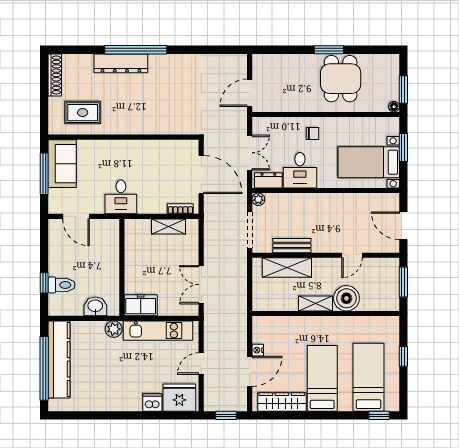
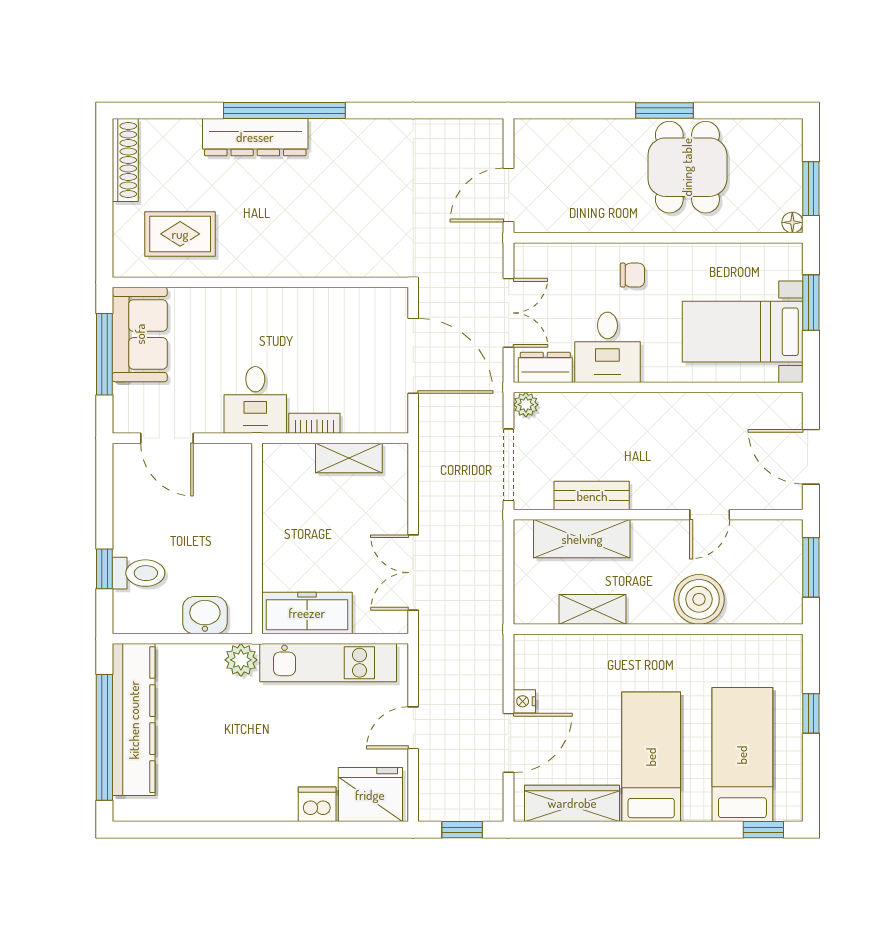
bookcase: (180, 209) -> (314, 423), moved
shelving: (315, 303) -> (592, 609), moved
freezer: (141, 305) -> (307, 613), width x1.40

